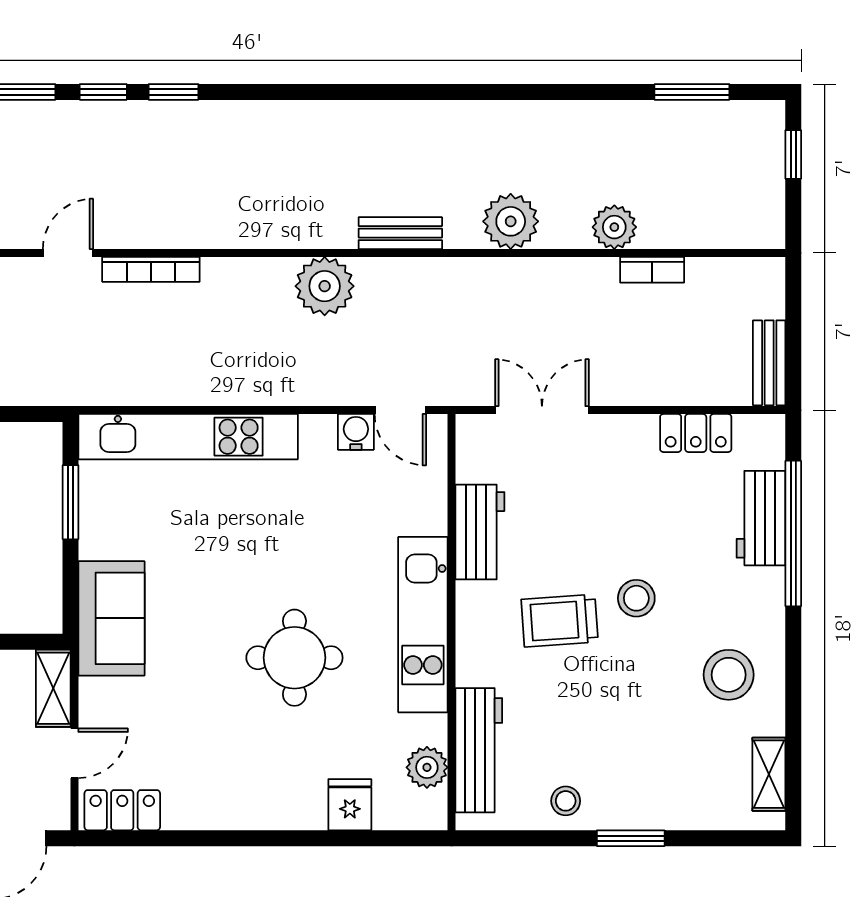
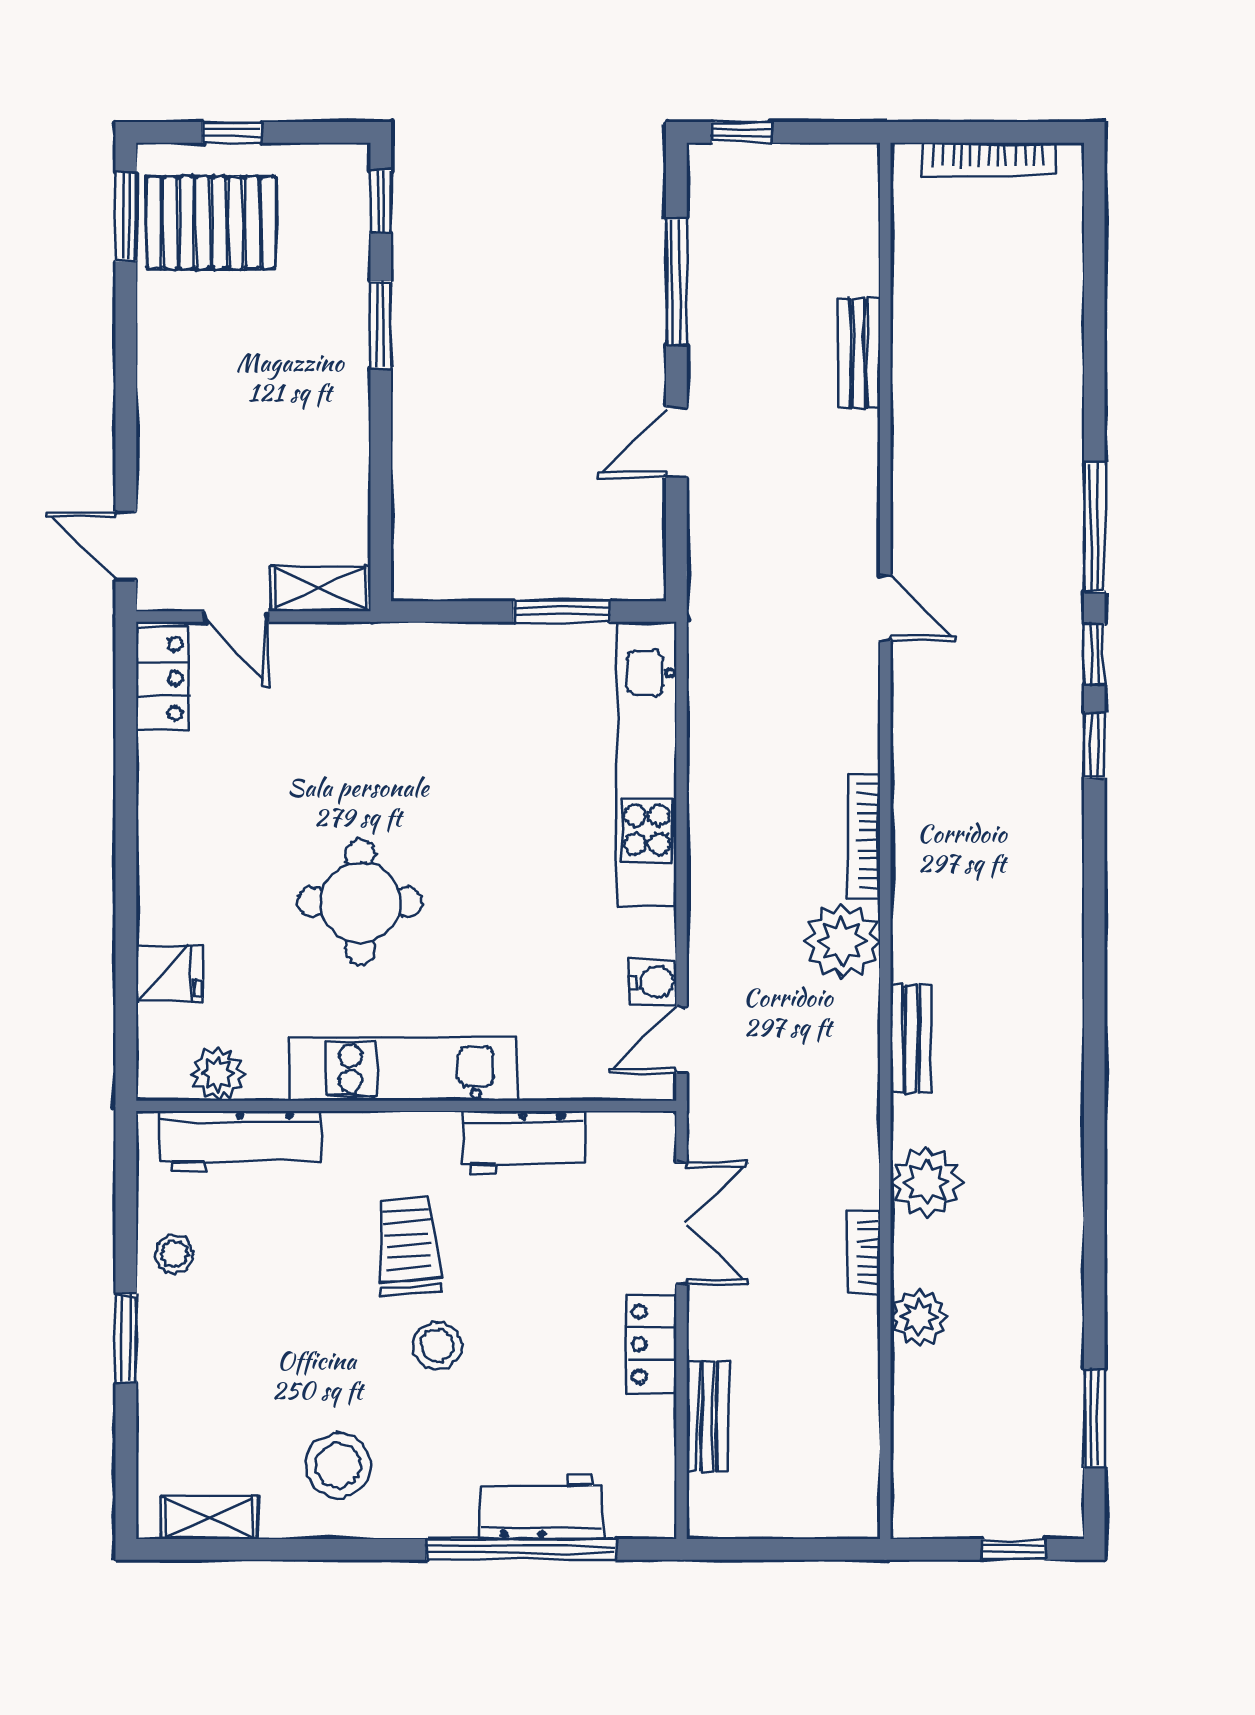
bookcase: (151, 269) -> (864, 836), moved
bookcase: (652, 270) -> (864, 1252), moved
bench: (769, 363) -> (708, 1416), moved, turned 90
locker: (696, 433) -> (652, 1344), moved
sofa: (111, 618) -> (411, 665), removed

